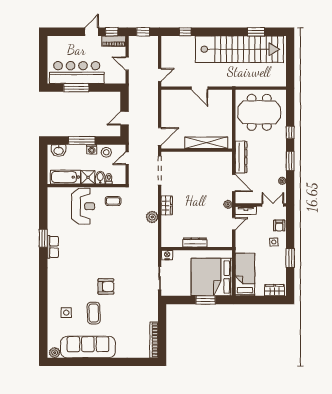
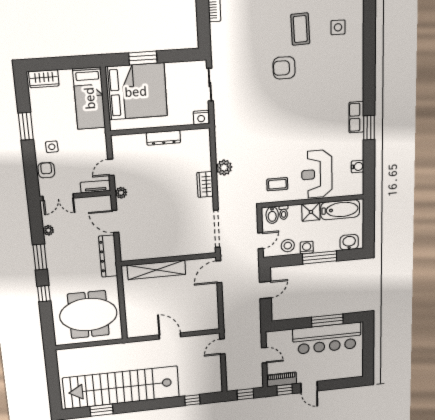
door: (92, 32) -> (309, 387), hinge flipped
bidet: (100, 178) -> (272, 215), moved
water cooler: (52, 210) -> (358, 167), added

